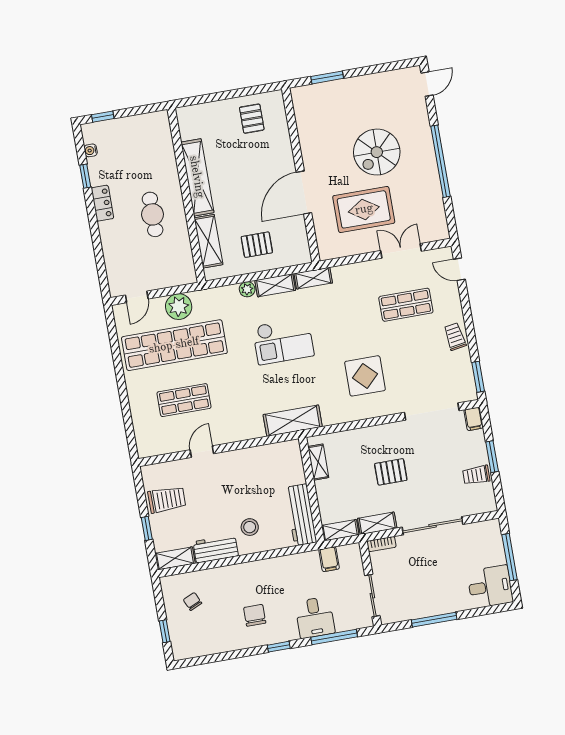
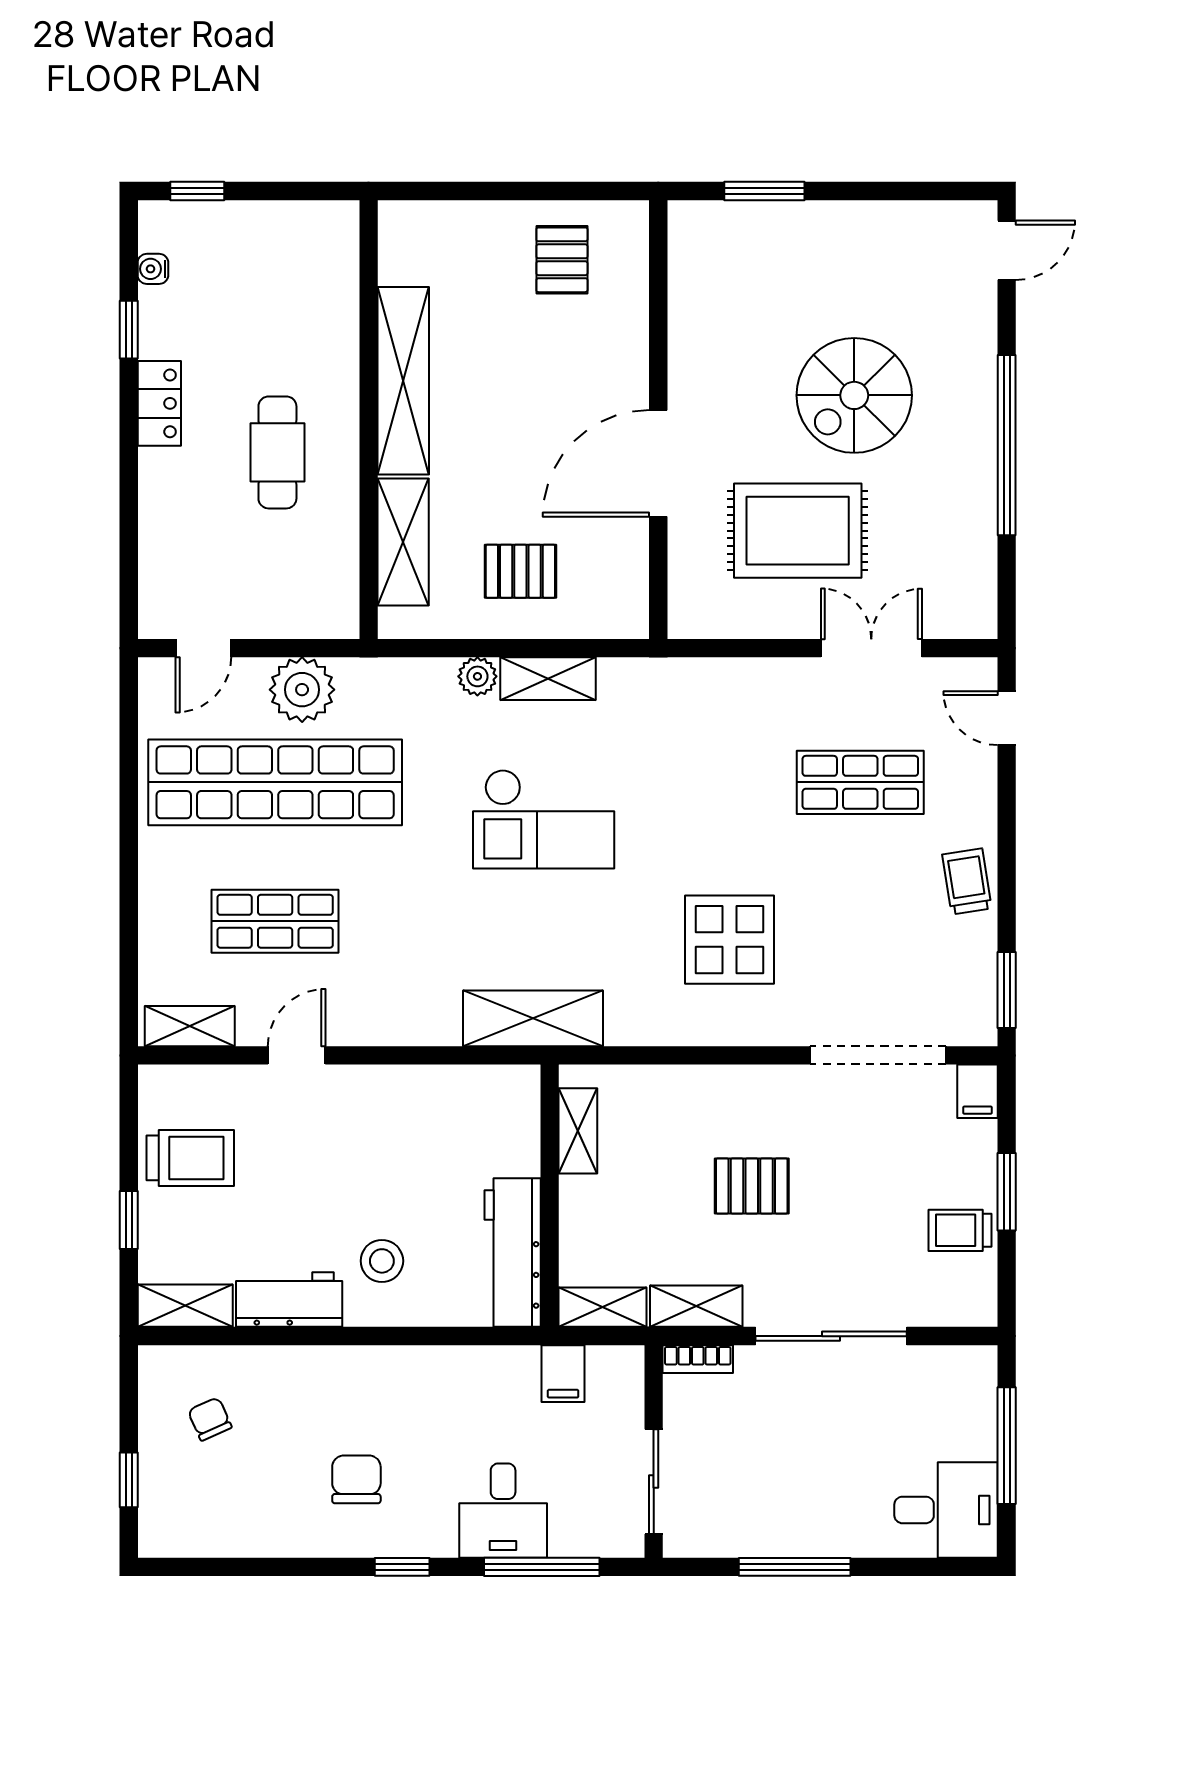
shelving: (313, 278) -> (190, 1026), moved

